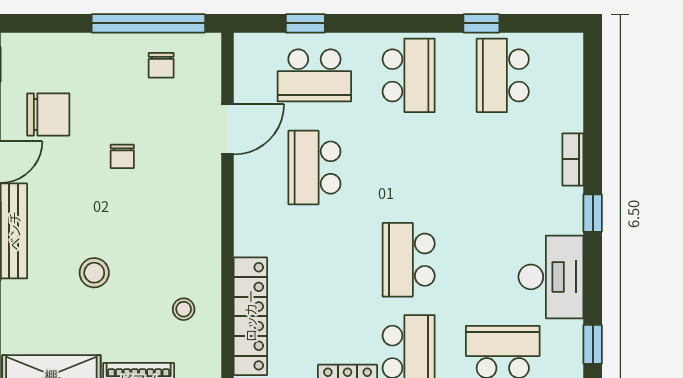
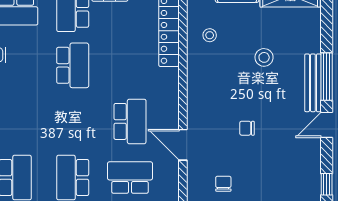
chair: (48, 114) -> (292, 154), removed
door: (228, 129) -> (183, 145), hinge flipped
chair: (122, 156) -> (247, 128), turned -90

